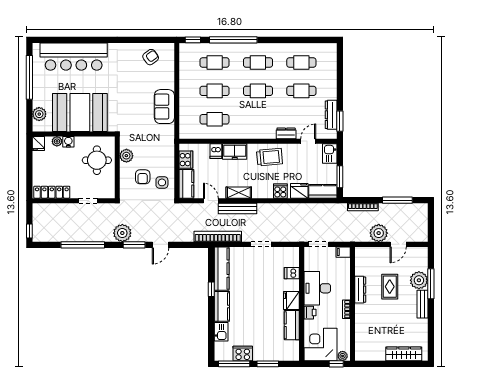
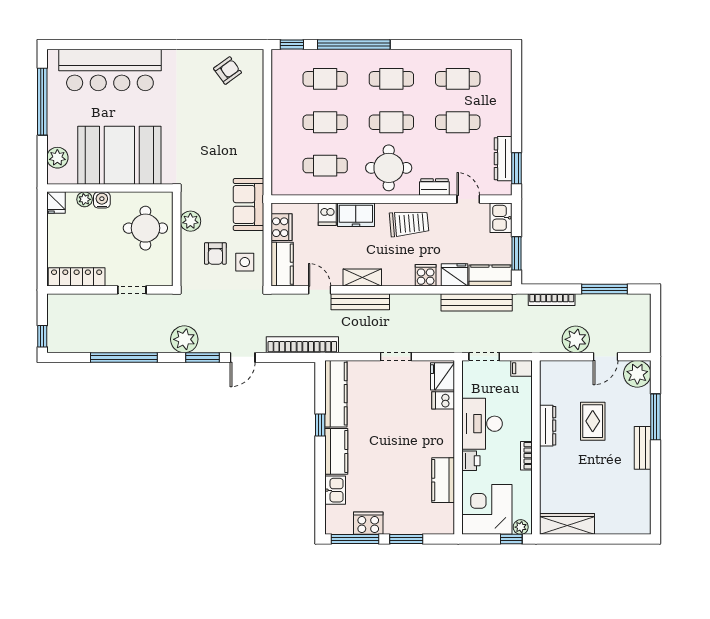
sofa: (164, 107) -> (249, 204), moved
round table: (256, 121) -> (389, 168), added
door: (308, 141) -> (468, 199), hinge flipped
bench: (314, 209) -> (477, 302), added
bookcase: (218, 237) -> (302, 345), moved
plant: (419, 280) -> (637, 374), moved
fridge: (291, 300) -> (443, 376), moved
wardrobe: (404, 354) -> (567, 524), moved

